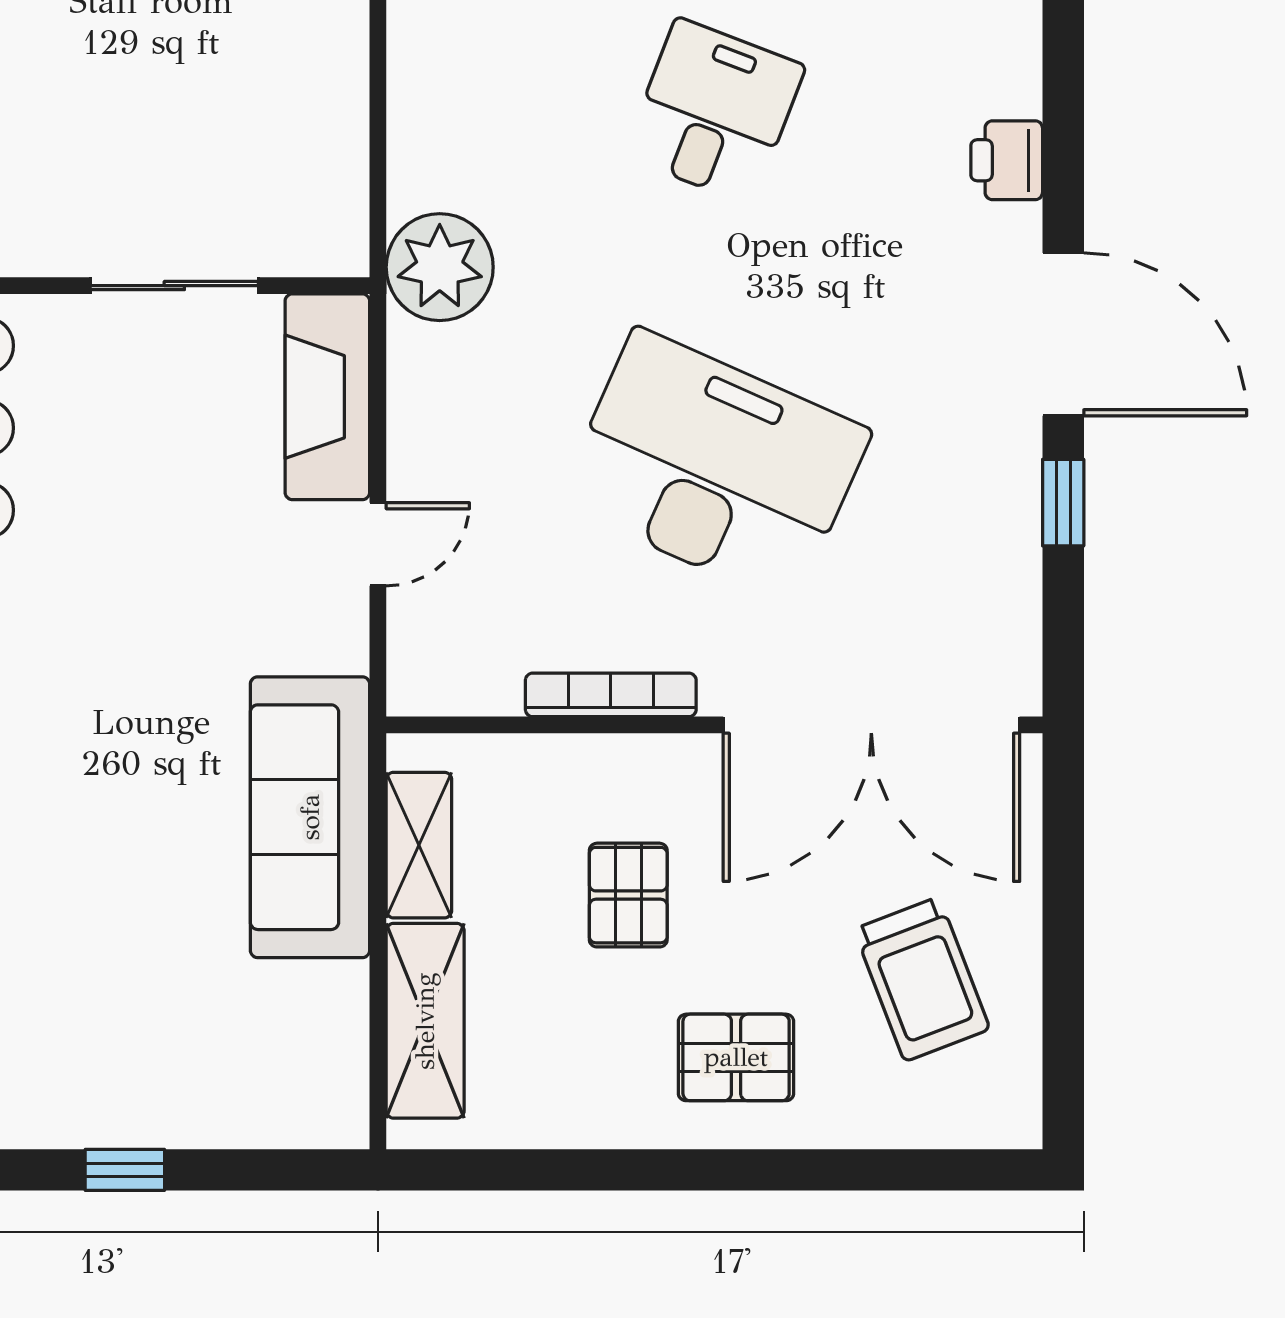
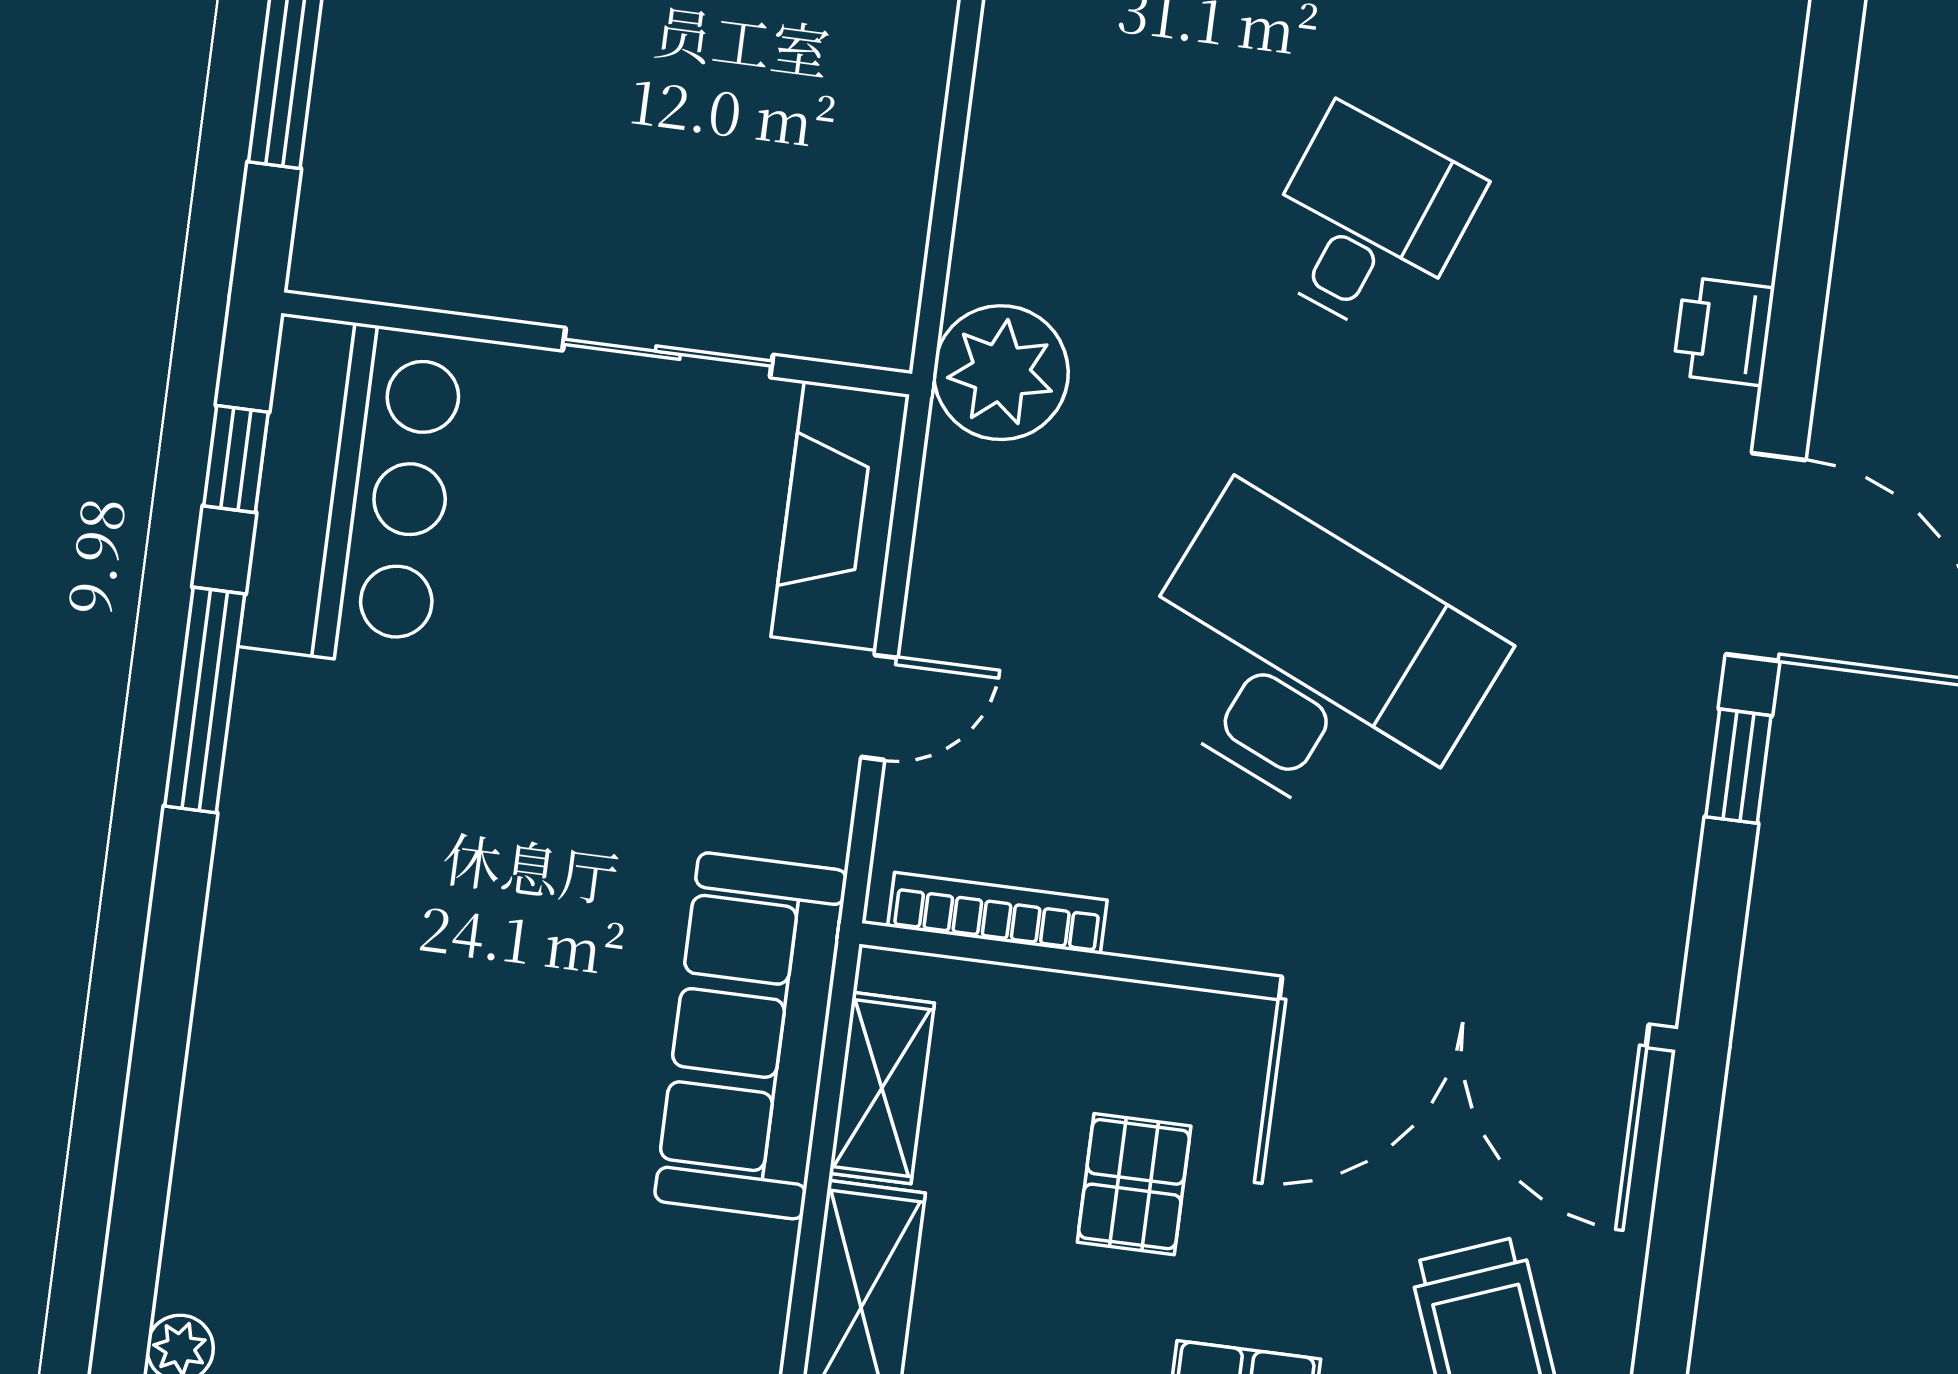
bookcase: (611, 695) -> (997, 913), moved

